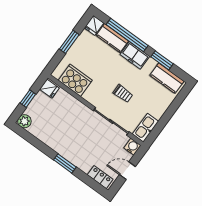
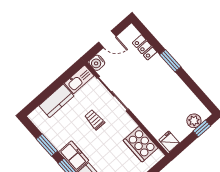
kitchen counter: (167, 78) -> (56, 101), moved, turned 90
window: (28, 99) -> (202, 128), moved
plant: (24, 121) -> (194, 121), moved
locker: (100, 177) -> (145, 47), moved

